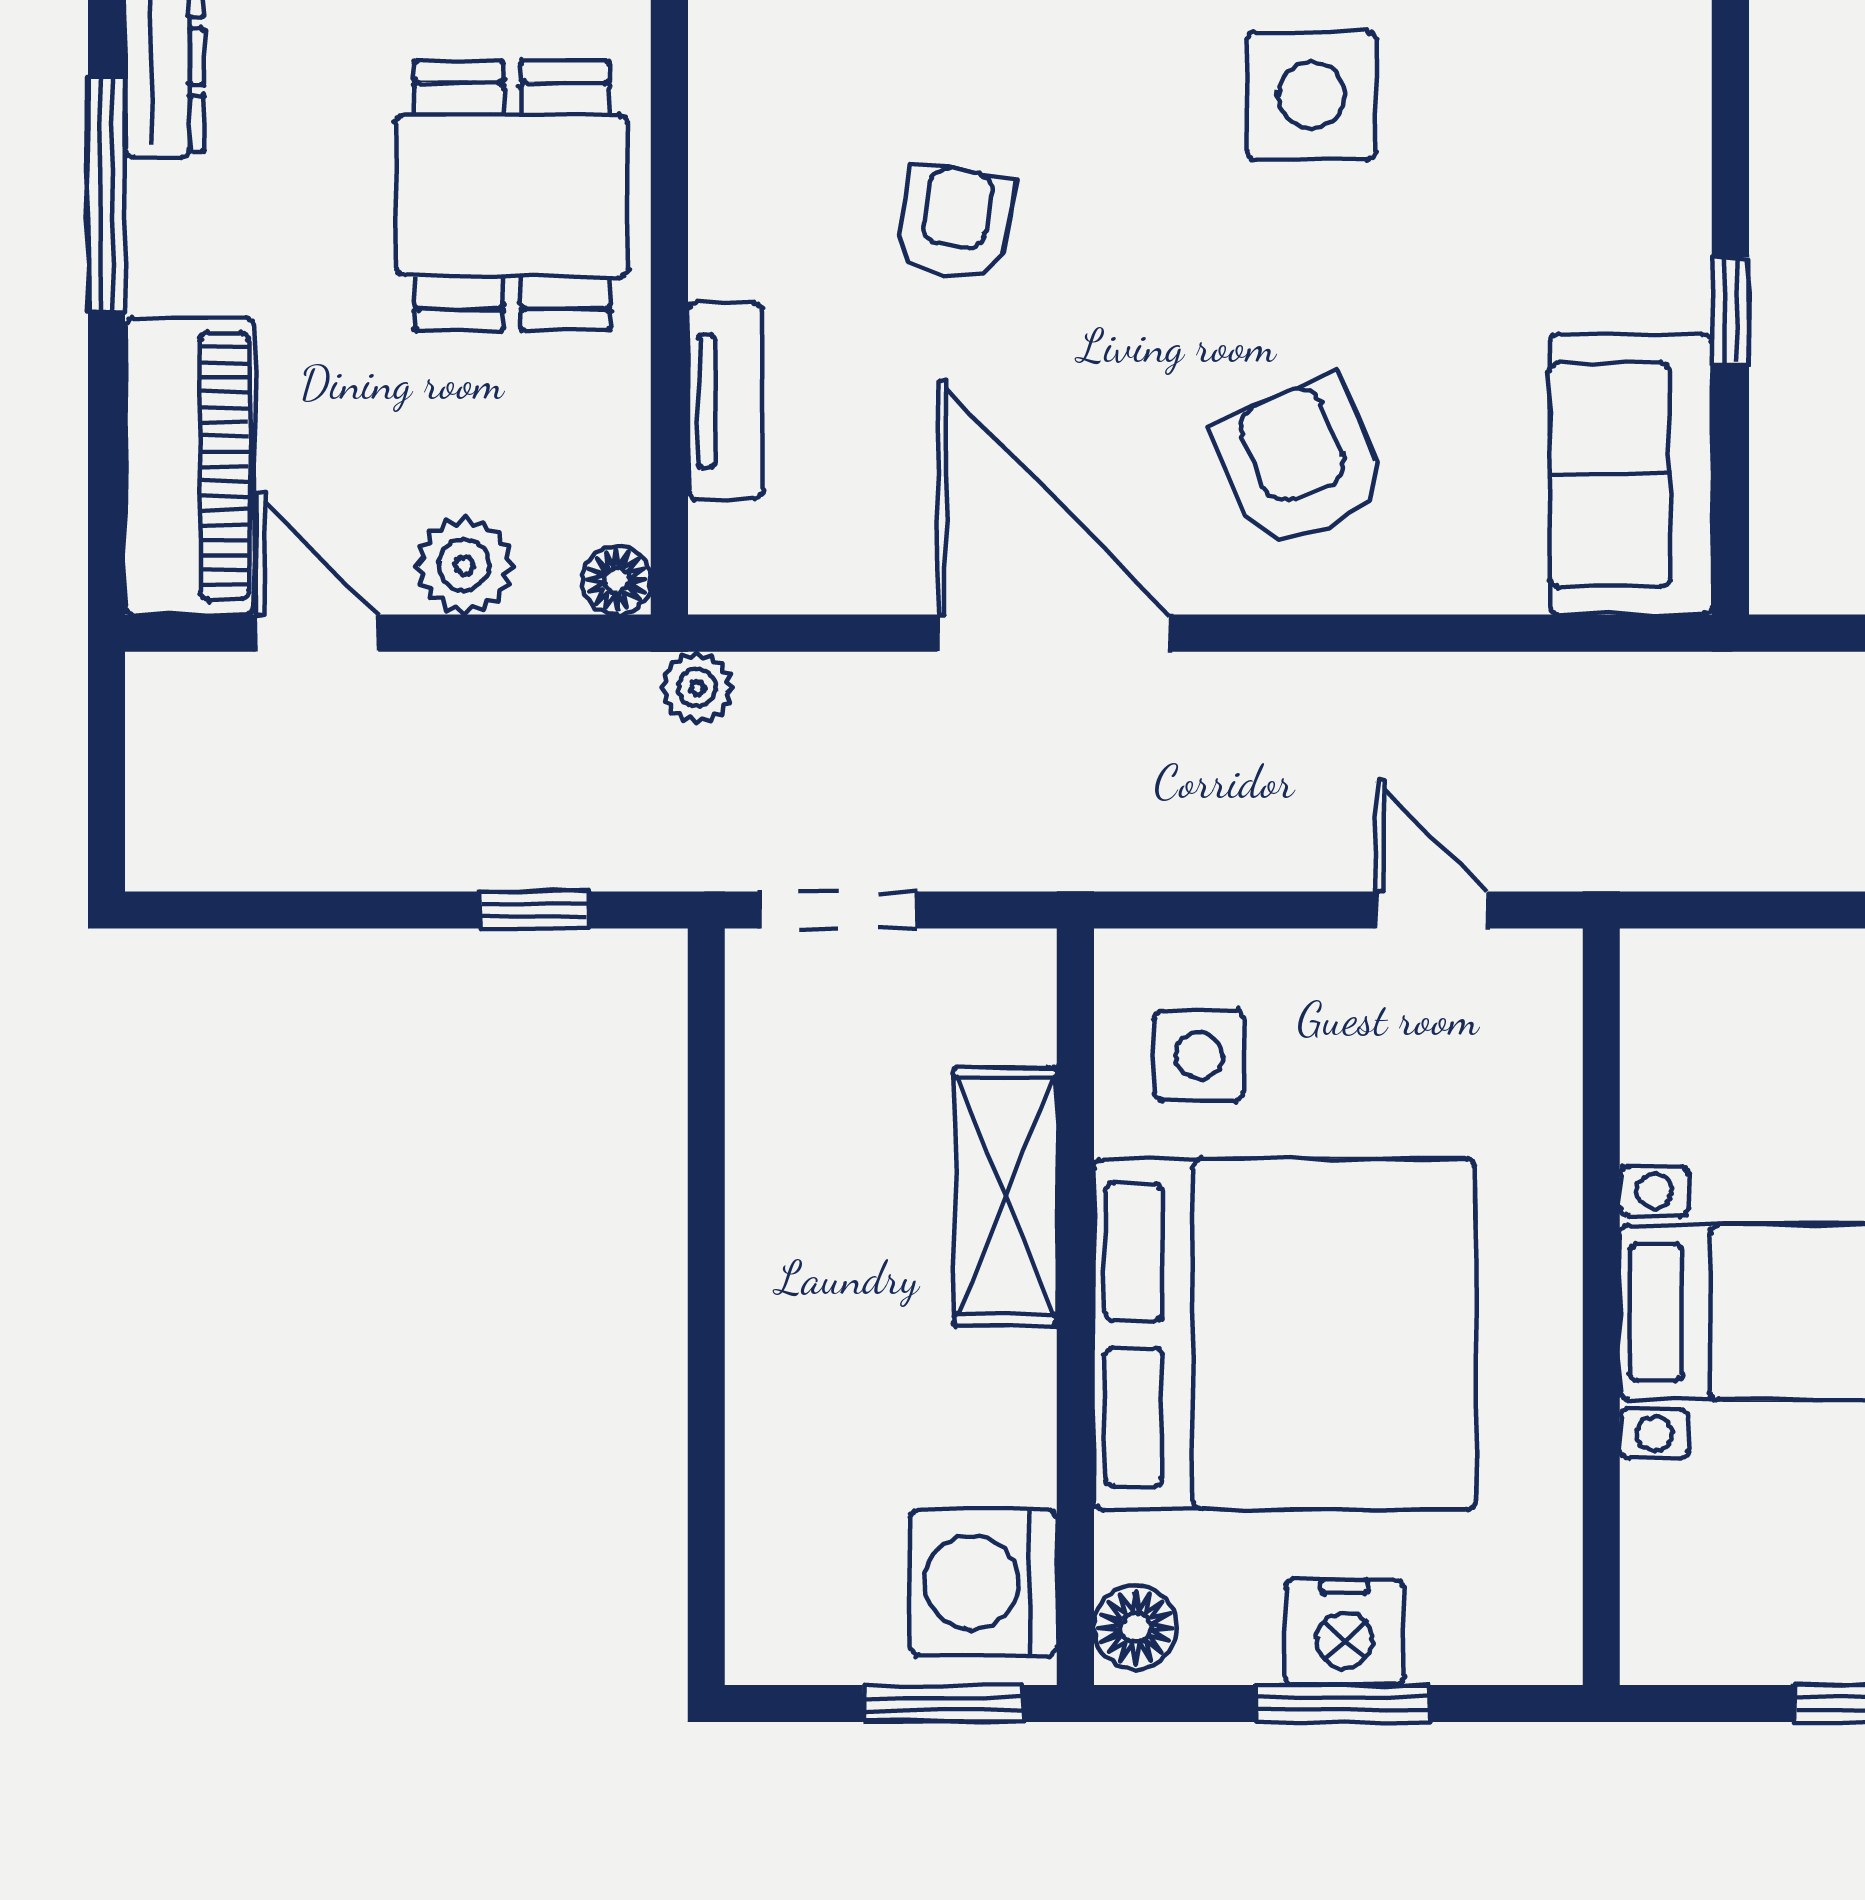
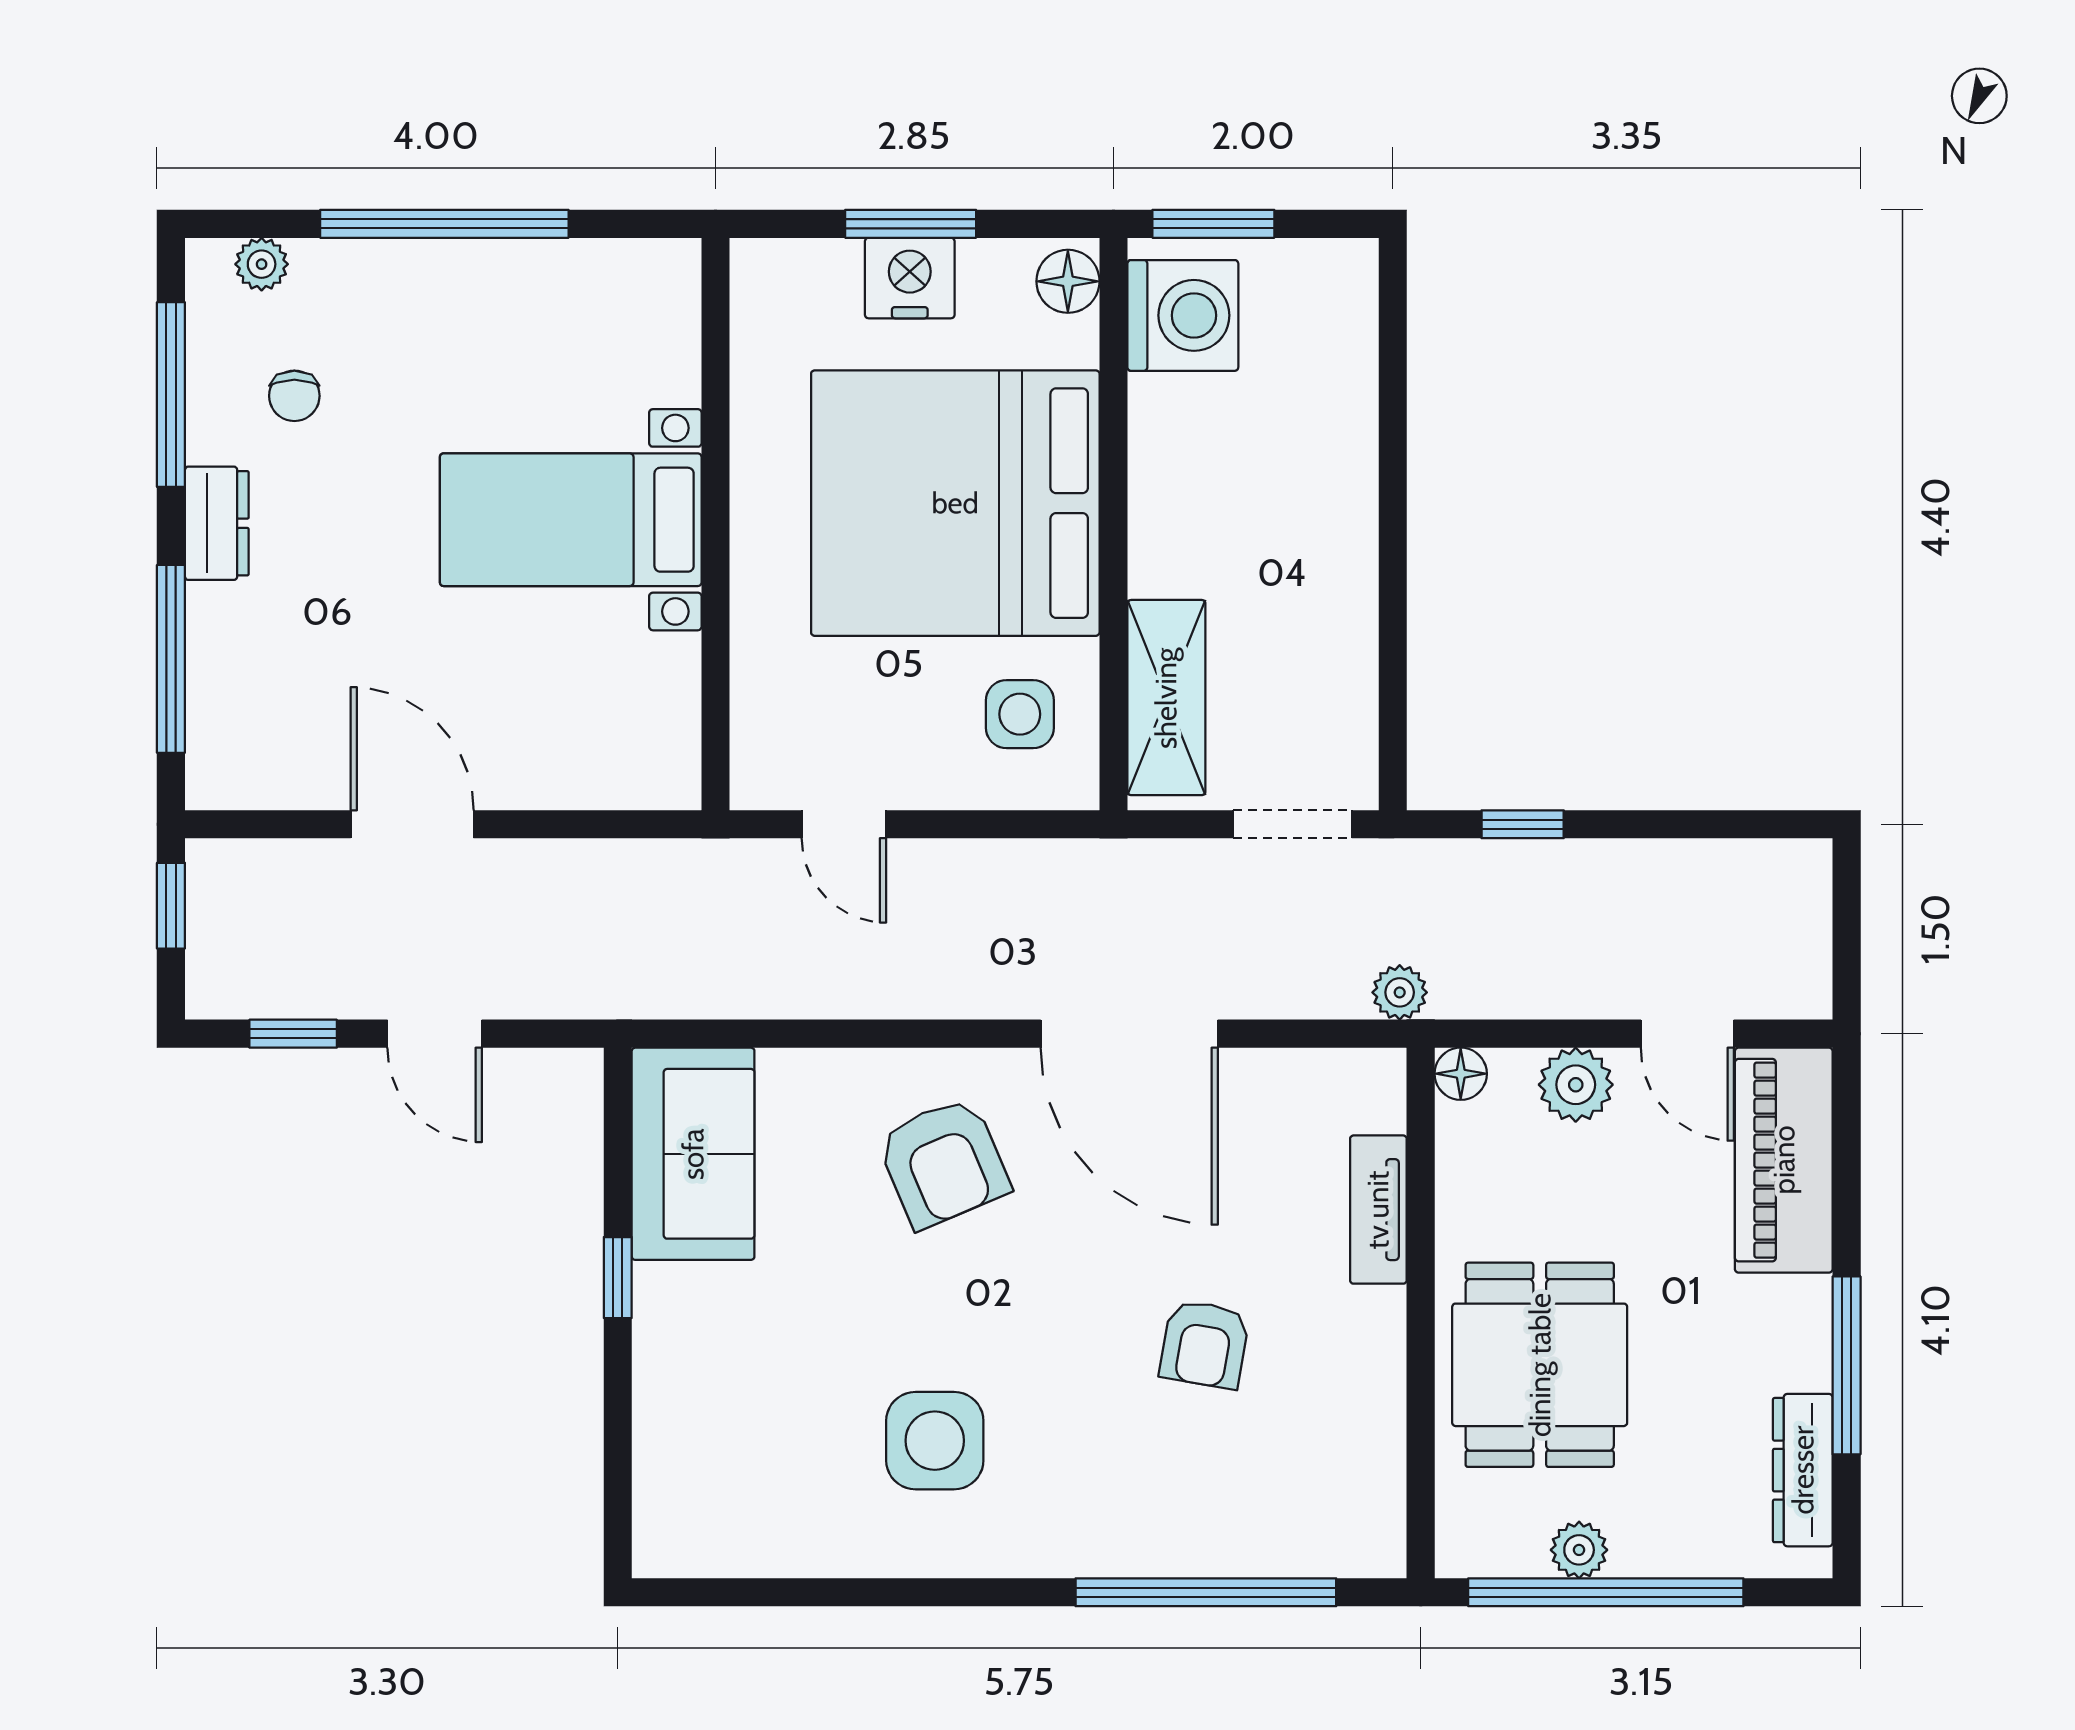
shelving: (1005, 1196) -> (1166, 698), moved

